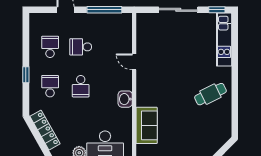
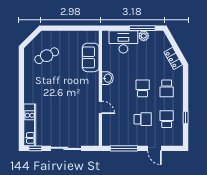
school desk: (50, 47) -> (167, 119), turned 180
window: (26, 75) -> (186, 117), moved
cafe table: (210, 94) -> (47, 56), moved
locker: (45, 130) -> (173, 58), width x0.66

